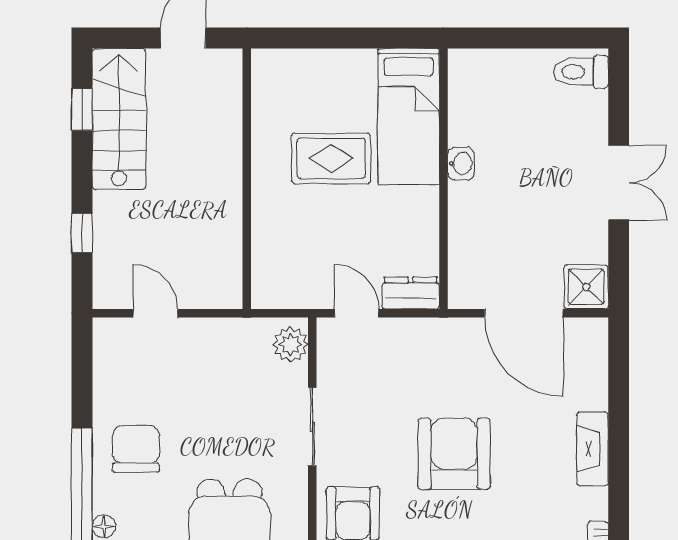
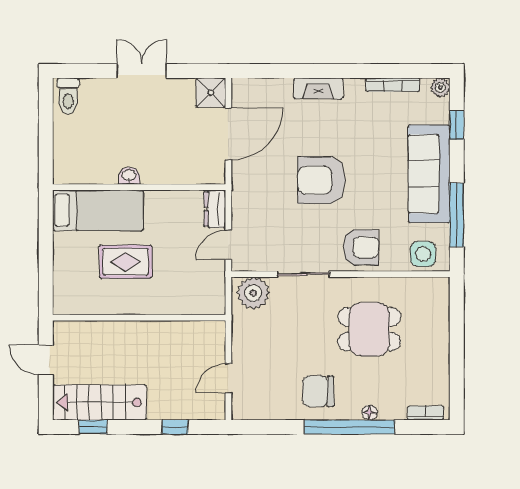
rug: (331, 158) -> (126, 262), turned 90
plant: (290, 344) -> (253, 293), width x1.36, depth x1.36

